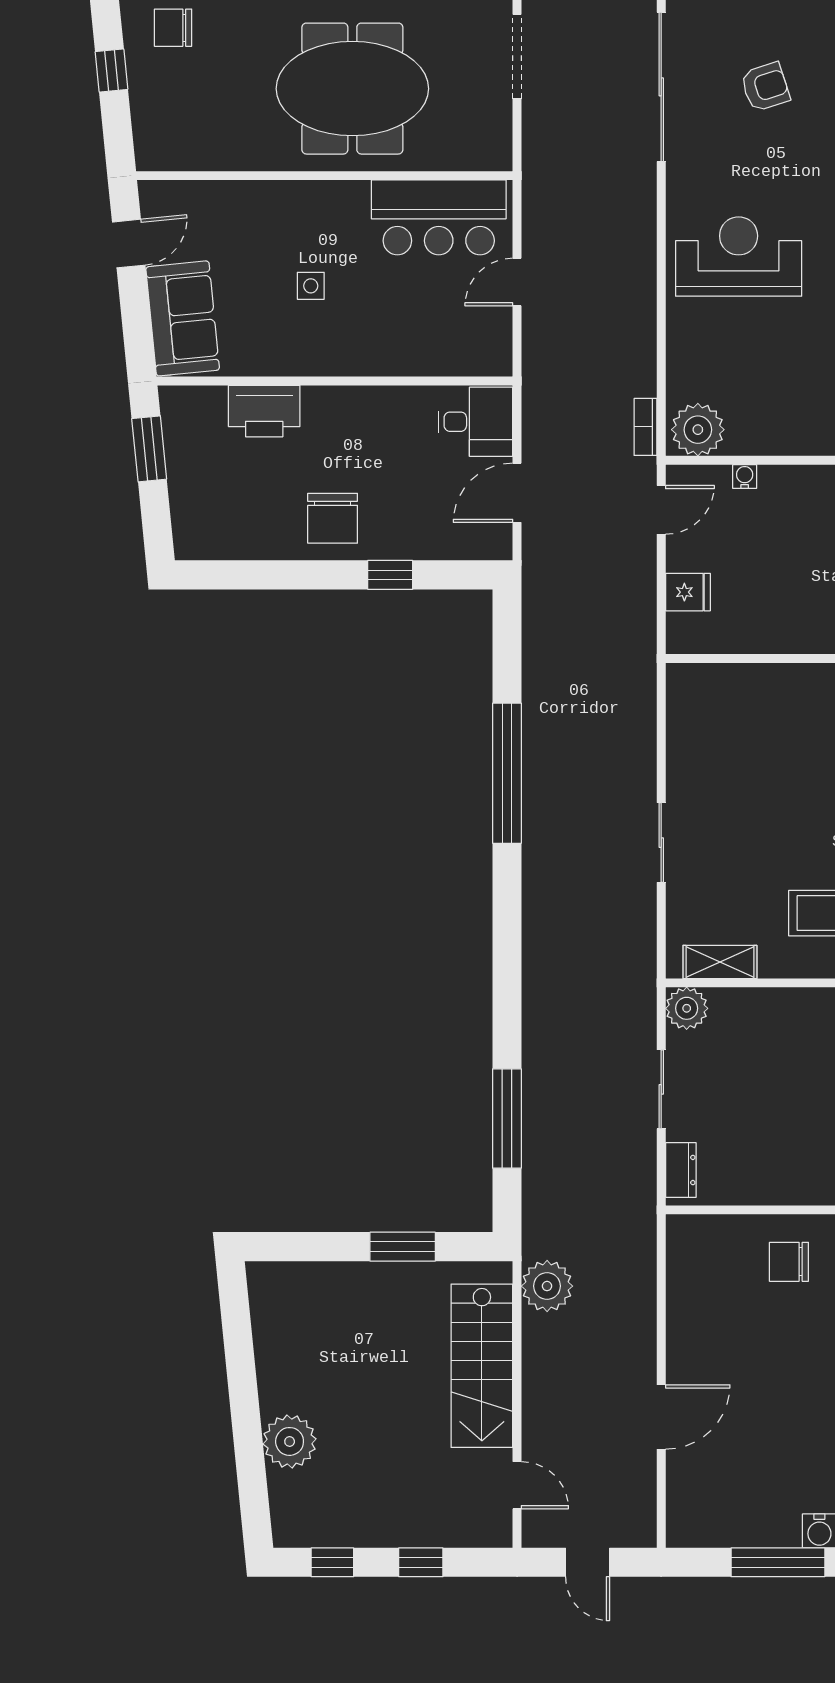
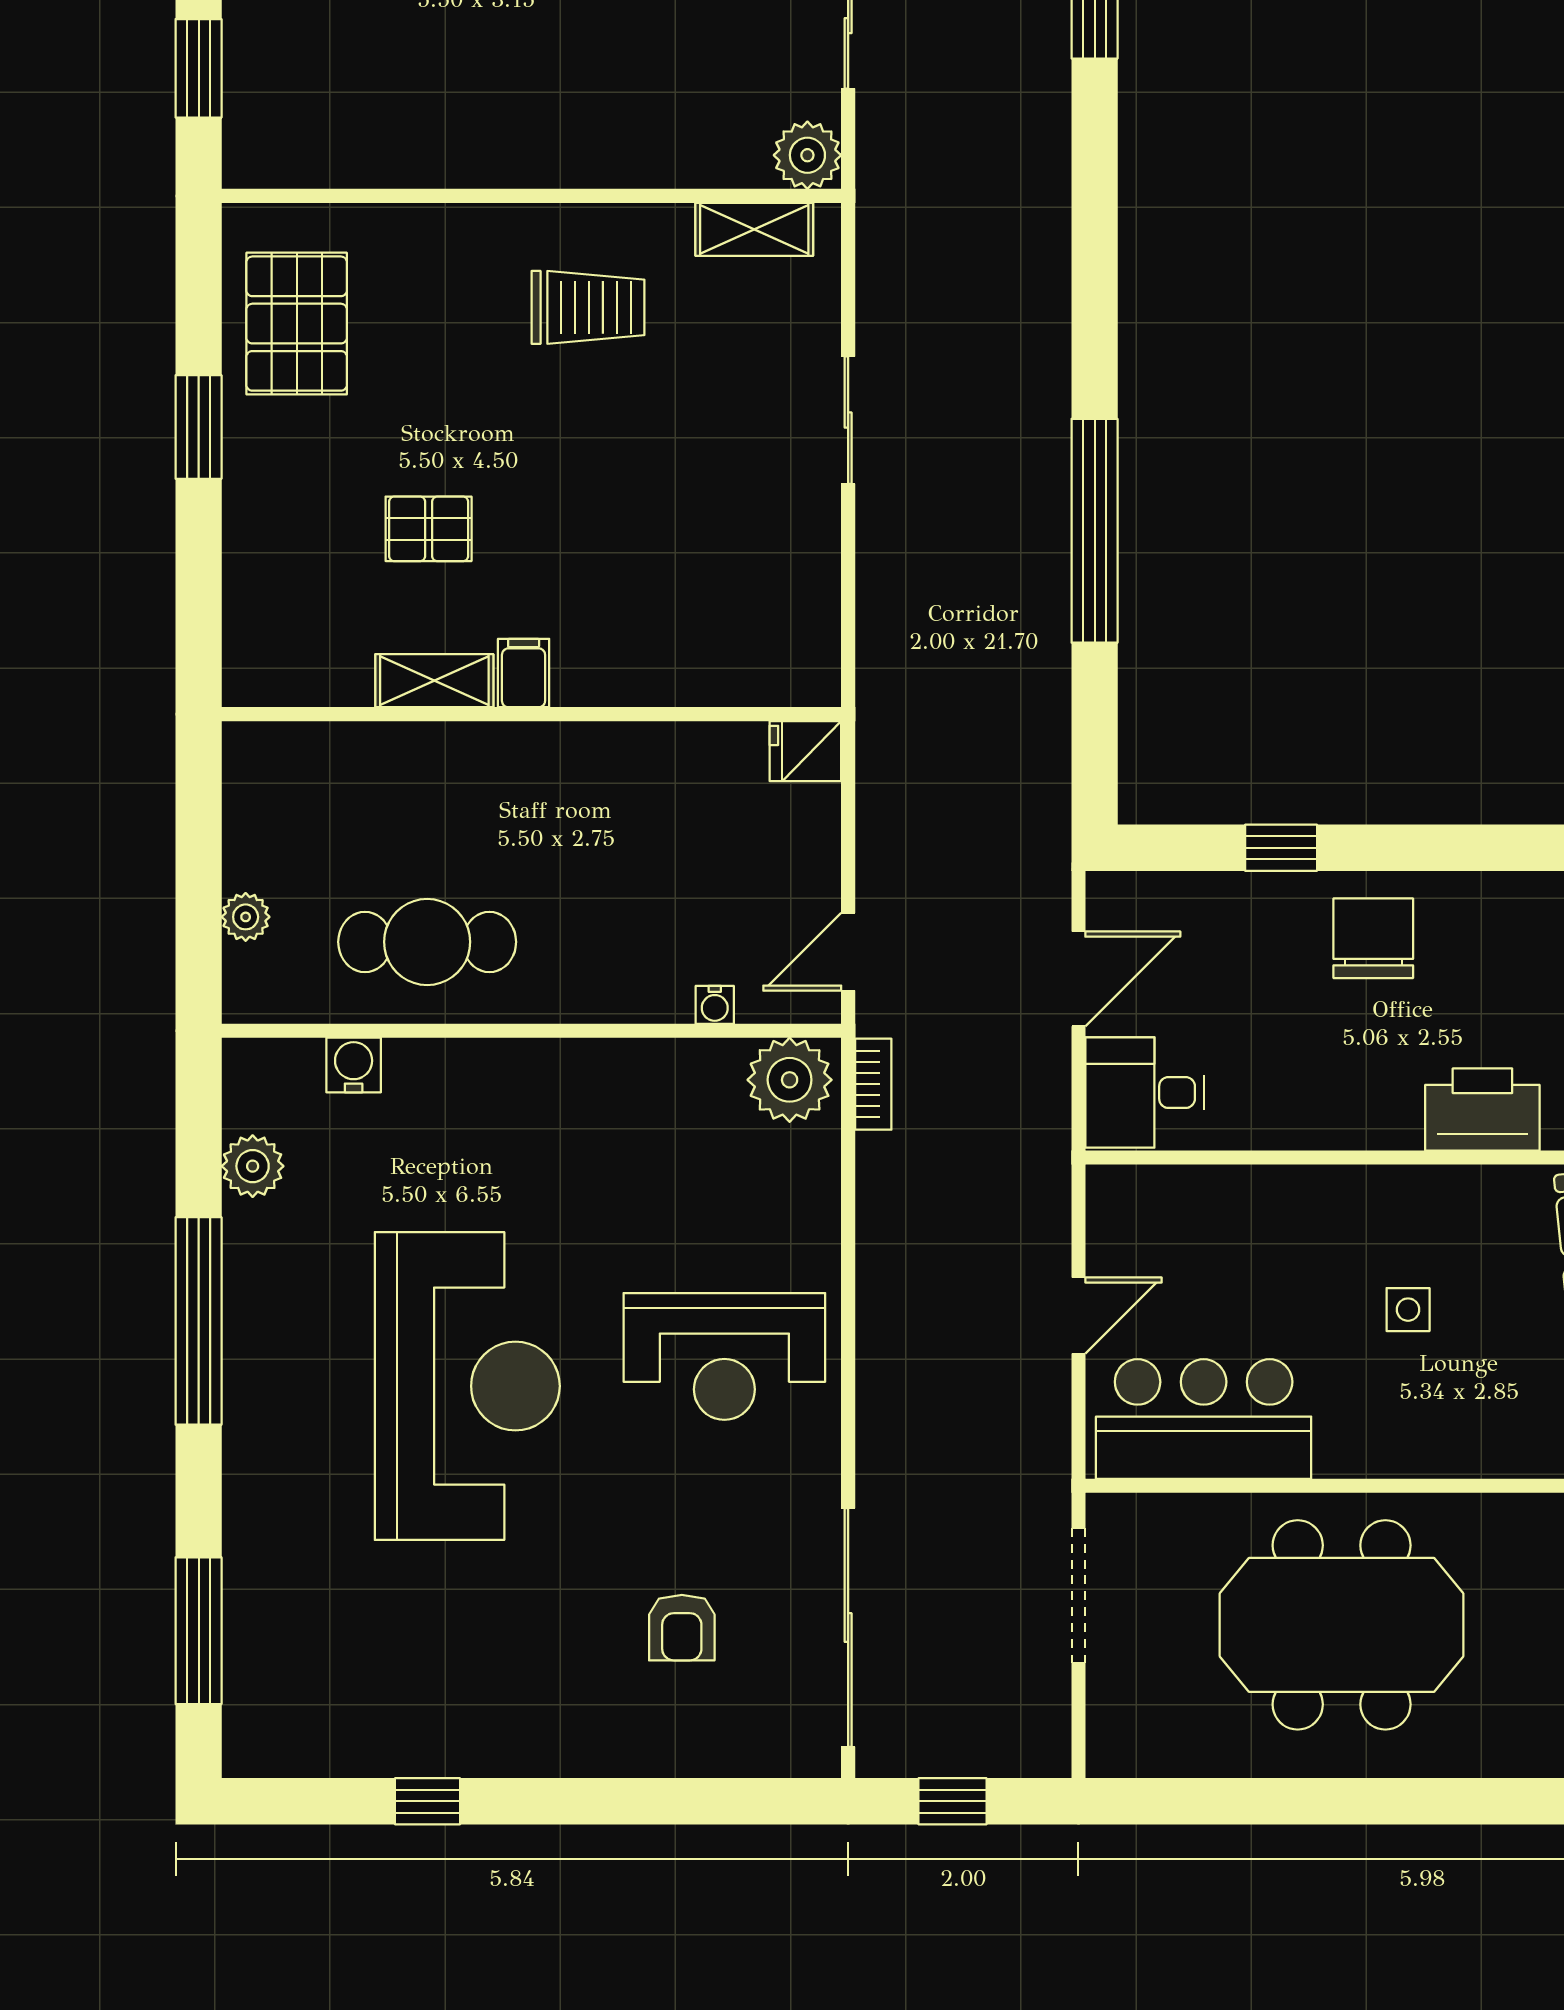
doorway: (517, 56) -> (1078, 1595), moved
armchair: (765, 87) -> (682, 1628), turned -72
fridge: (688, 592) -> (805, 751), moved

